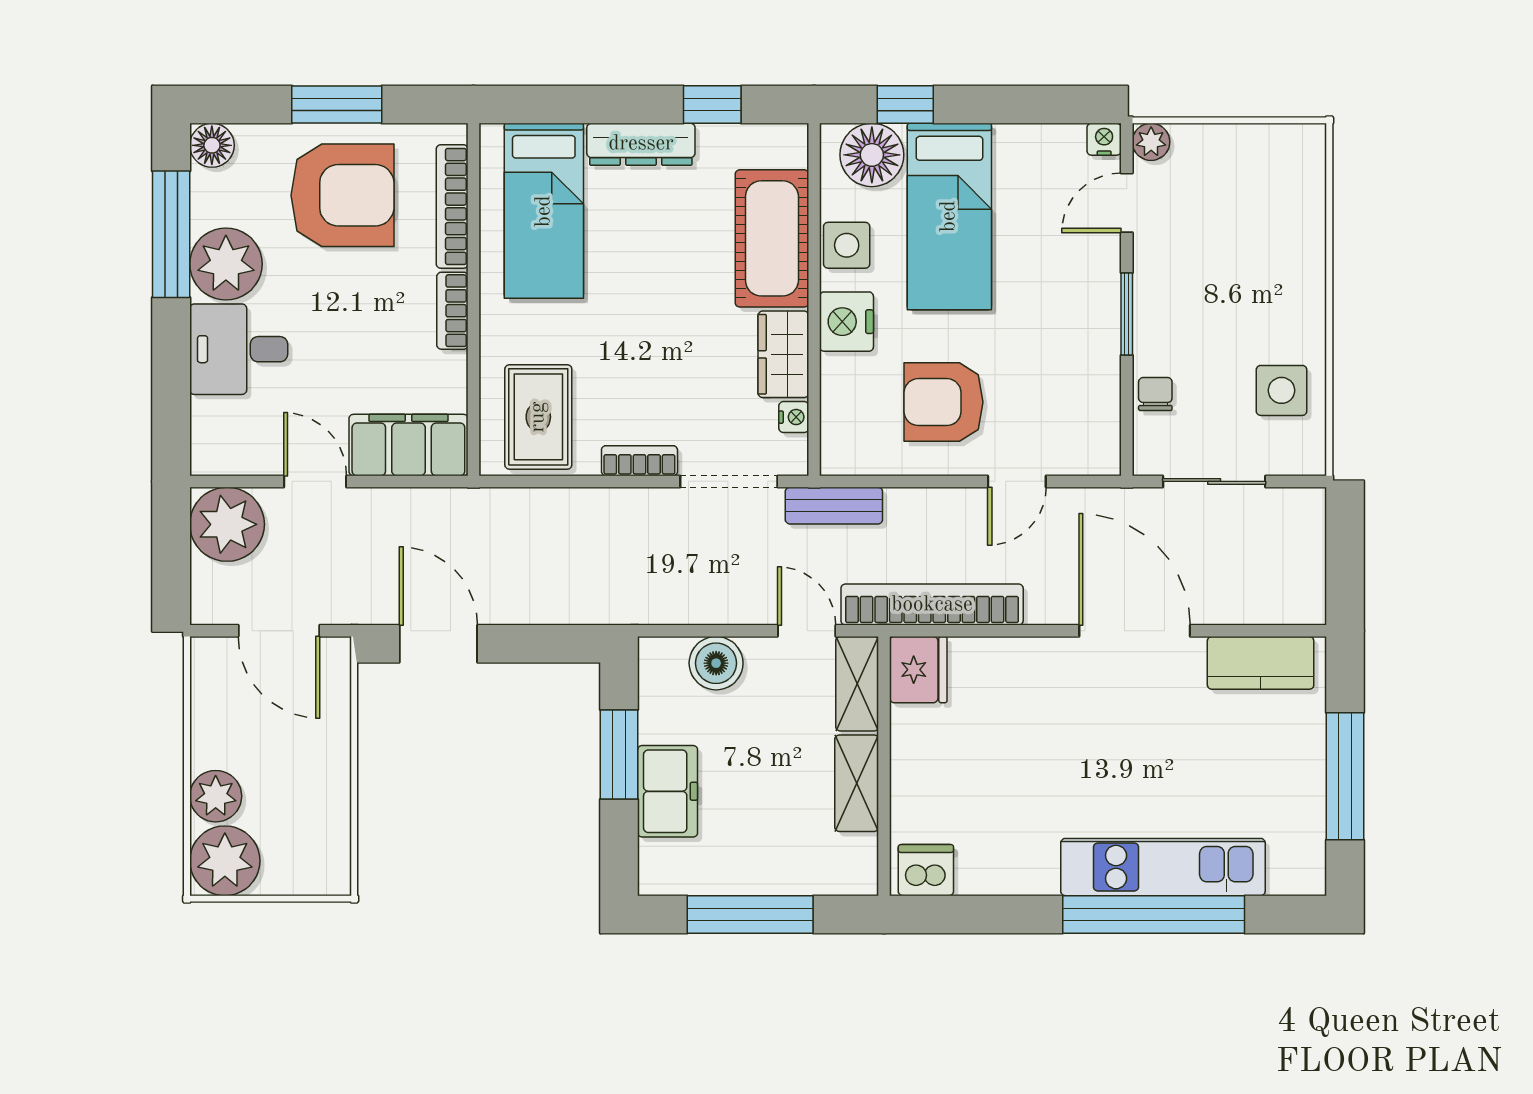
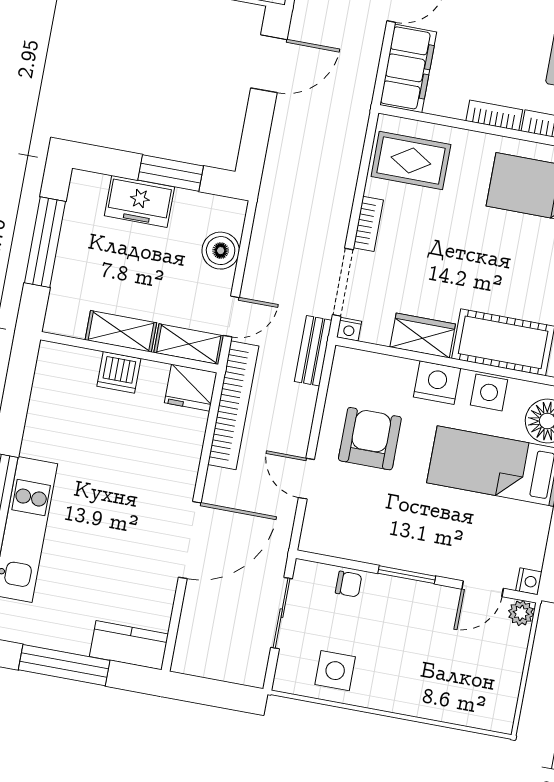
door: (1127, 203) -> (483, 589), swing flipped
nightstand: (794, 417) -> (349, 329), moved
kitchen counter: (1261, 663) -> (129, 645), moved, turned 90
dishwasher: (926, 870) -> (119, 372), moved, turned 90

